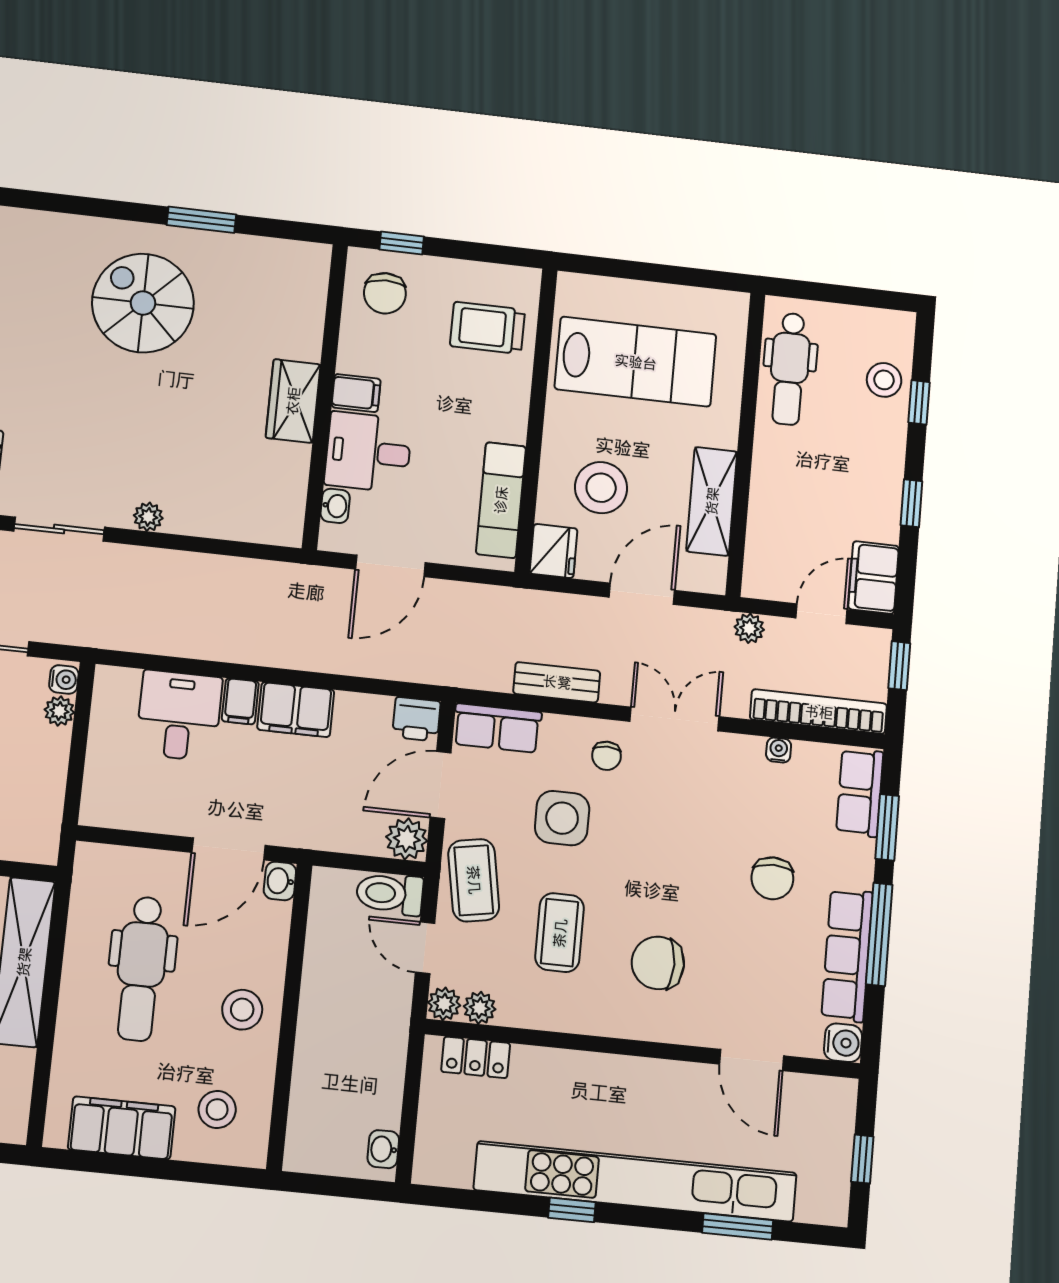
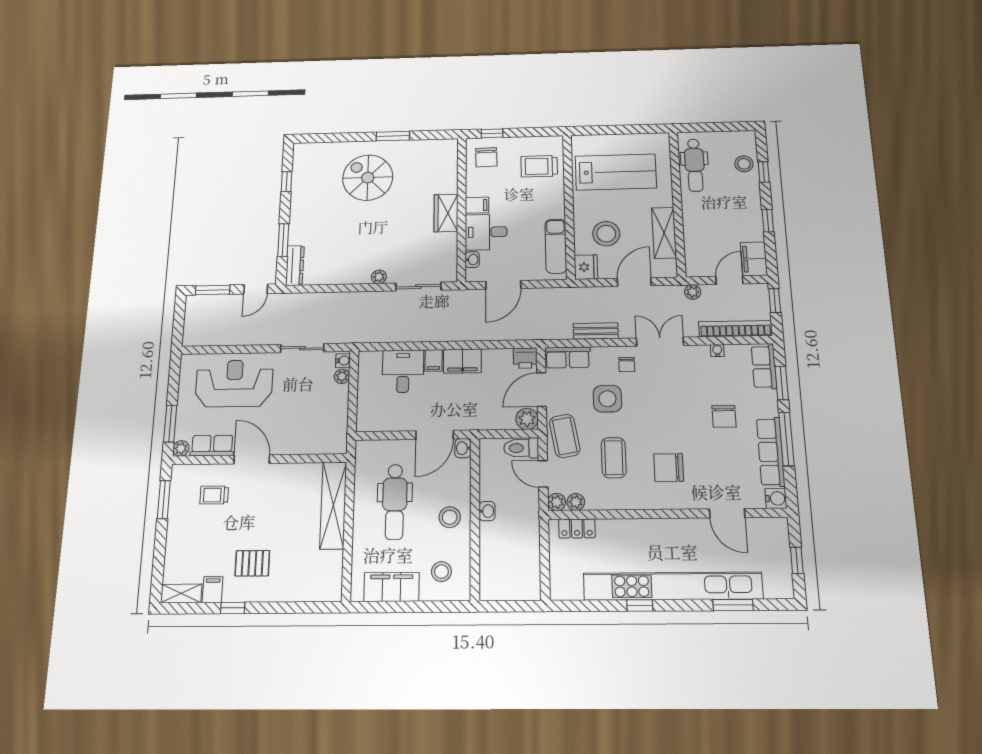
sliding door: (59, 529) -> (418, 287), moved
washbasin: (383, 1149) -> (487, 511), moved, turned 180

